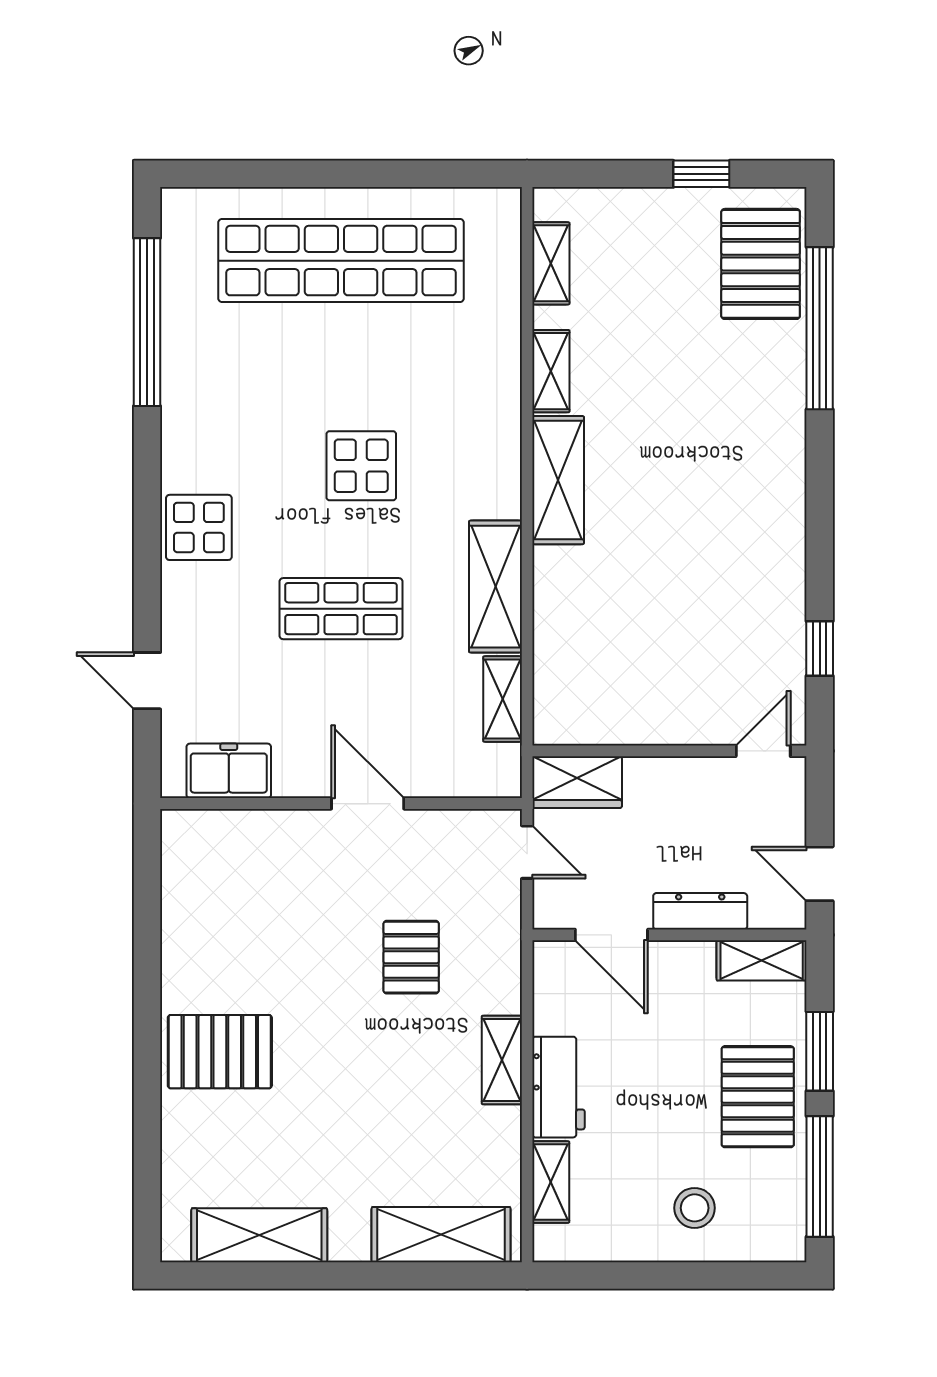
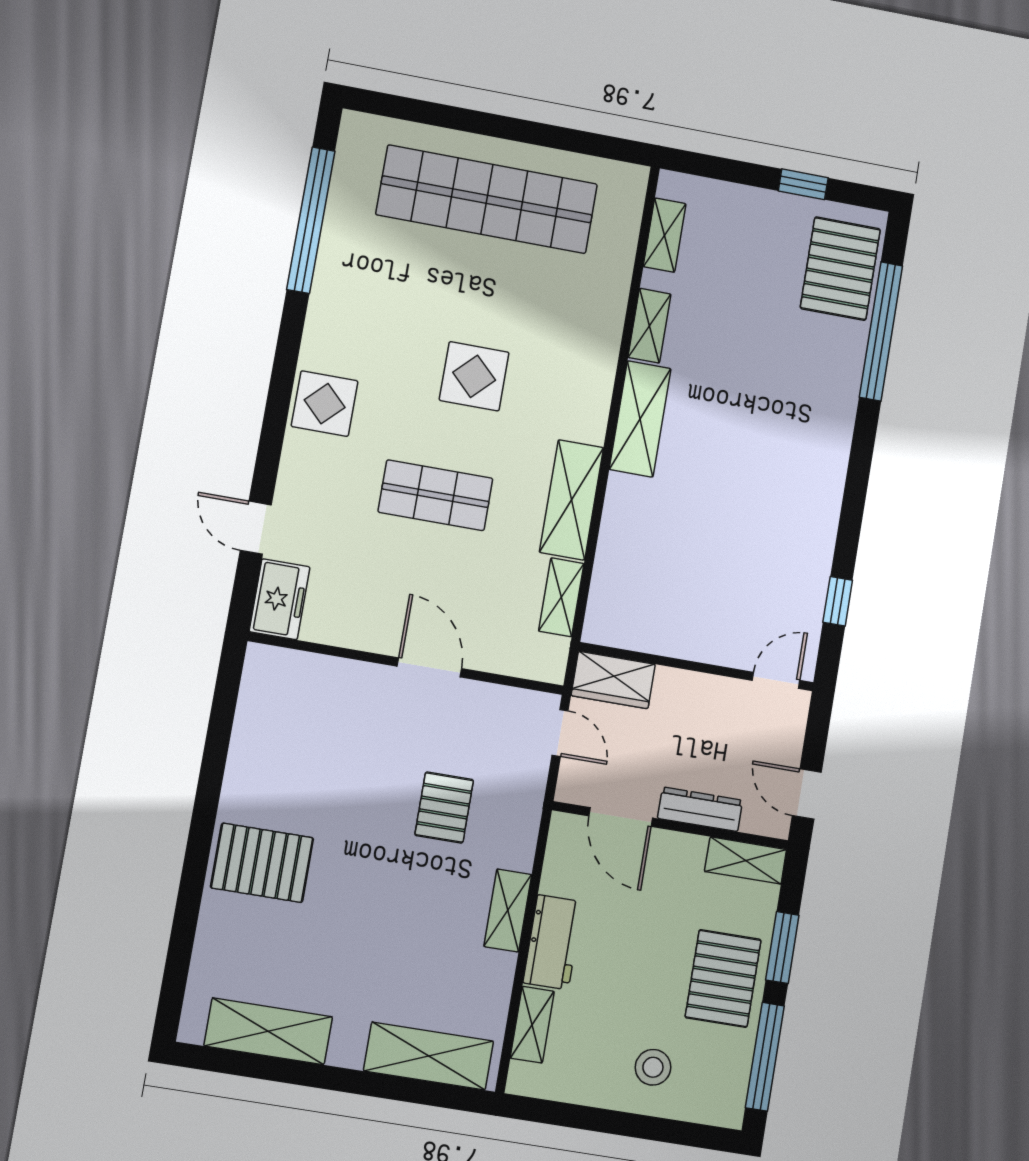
freezer: (229, 771) -> (280, 599), moved, turned 90

